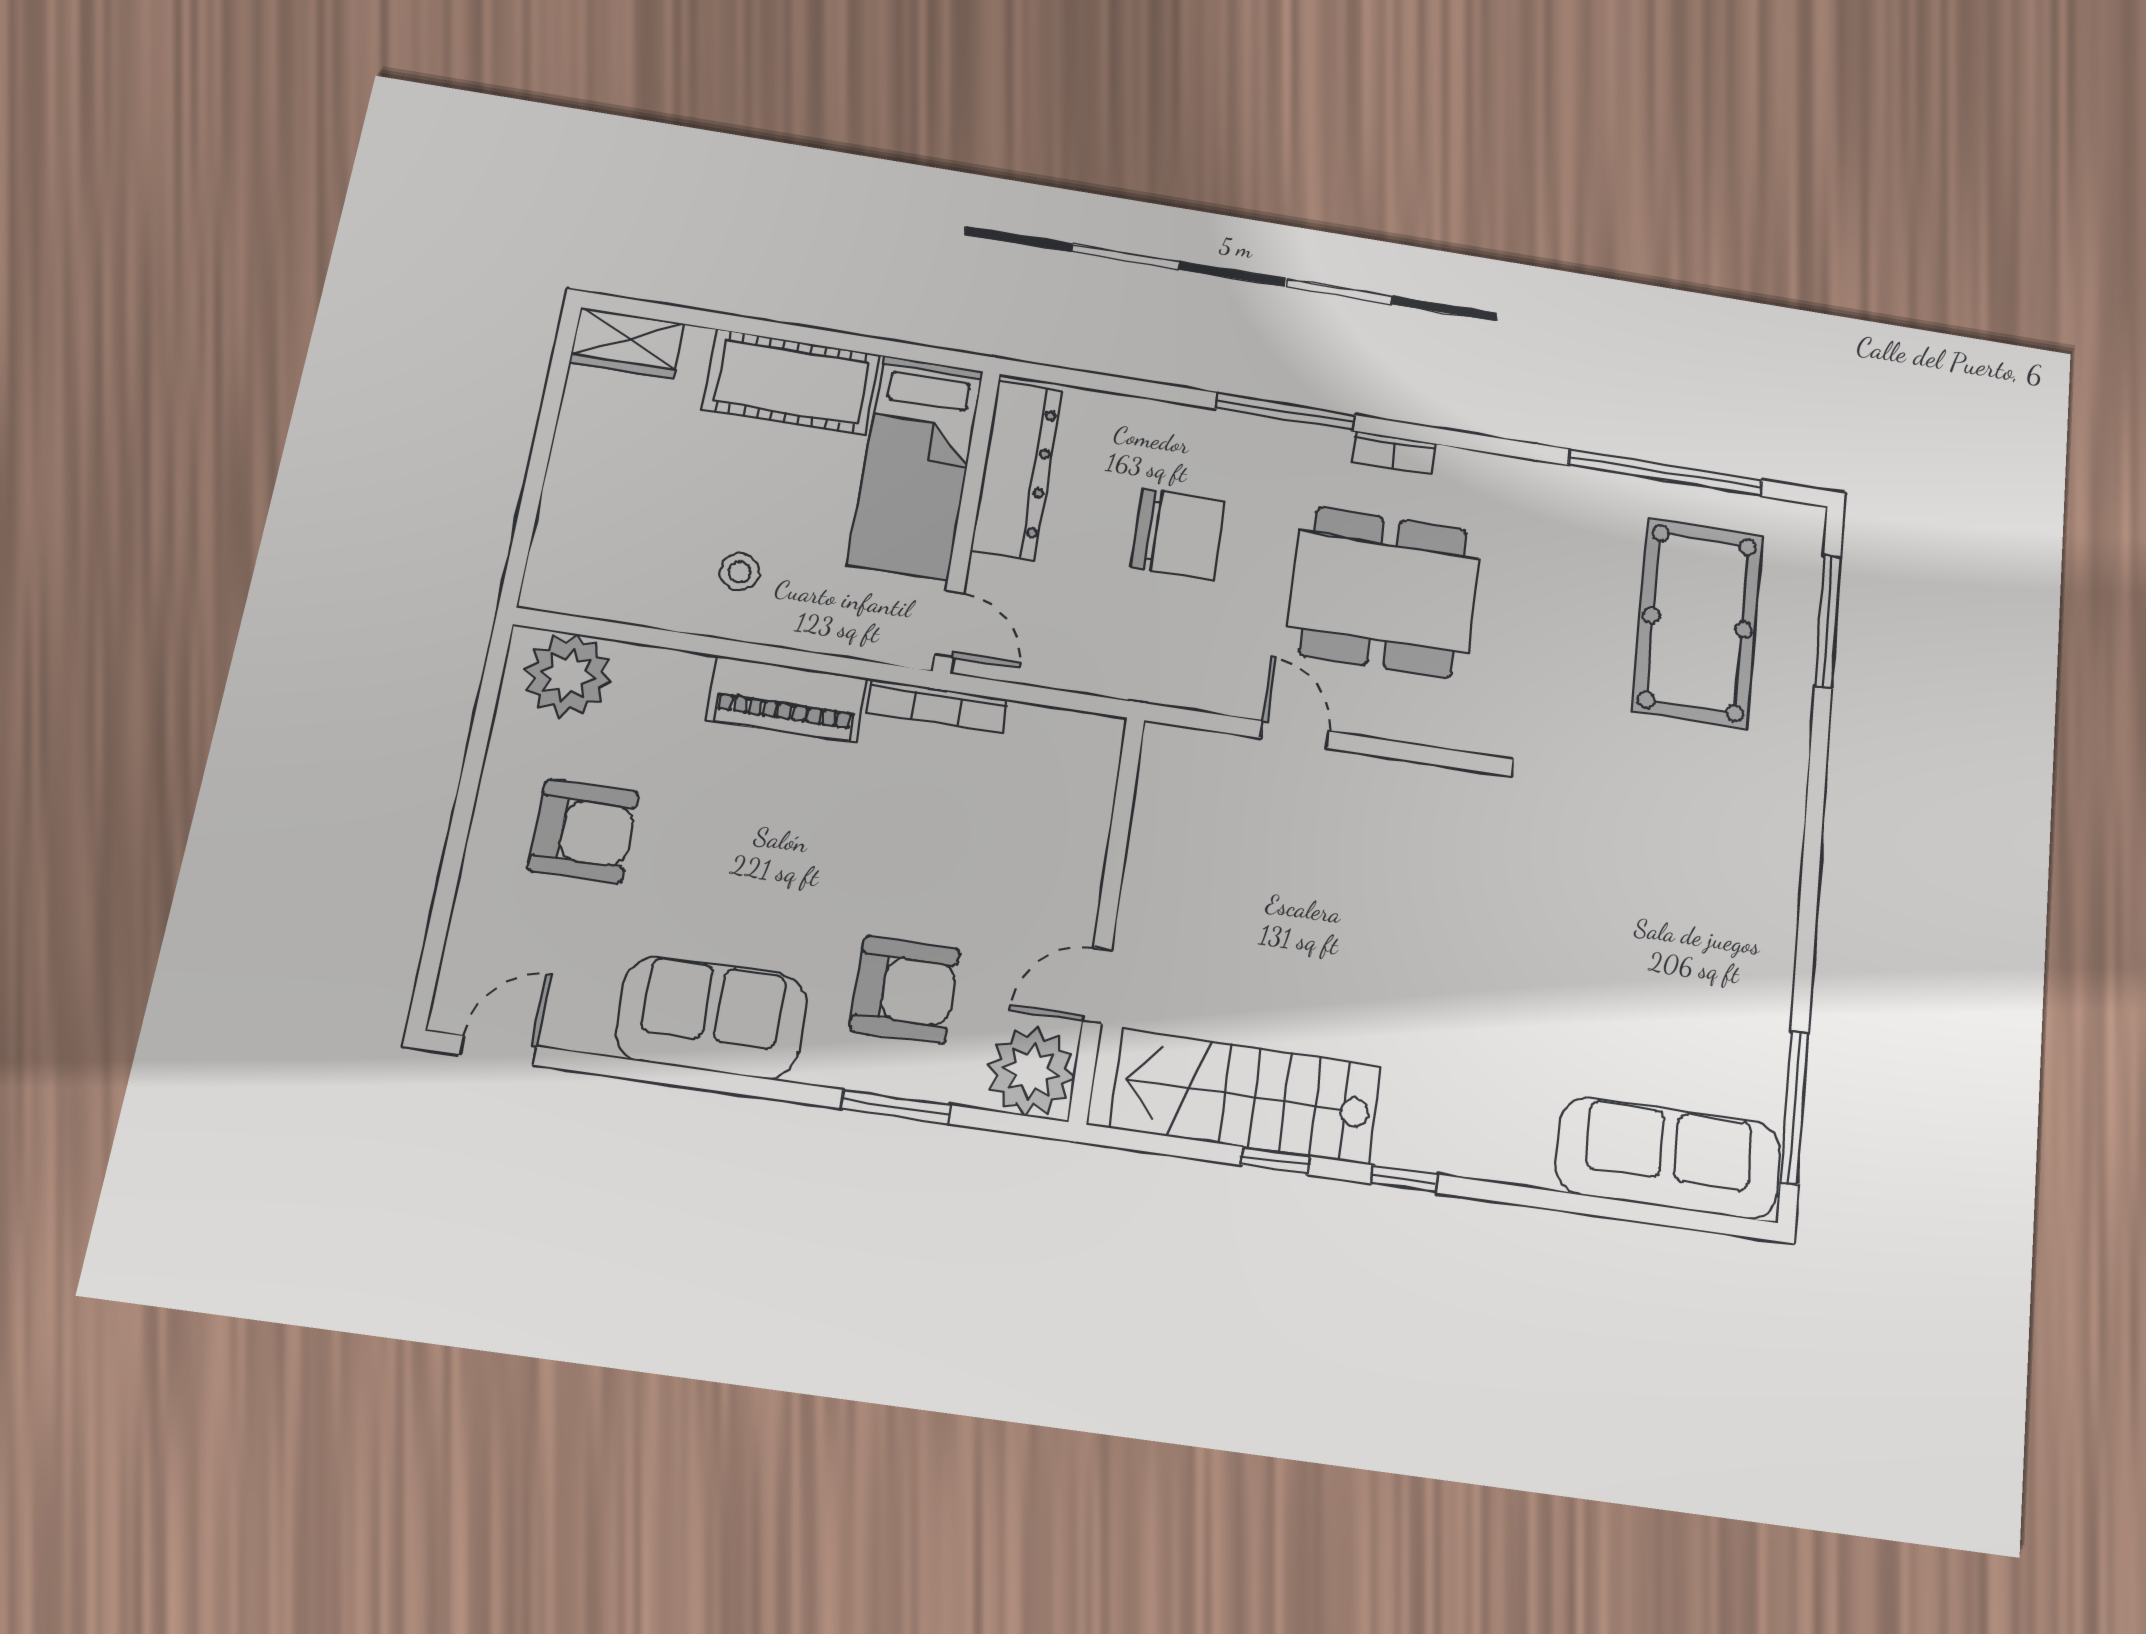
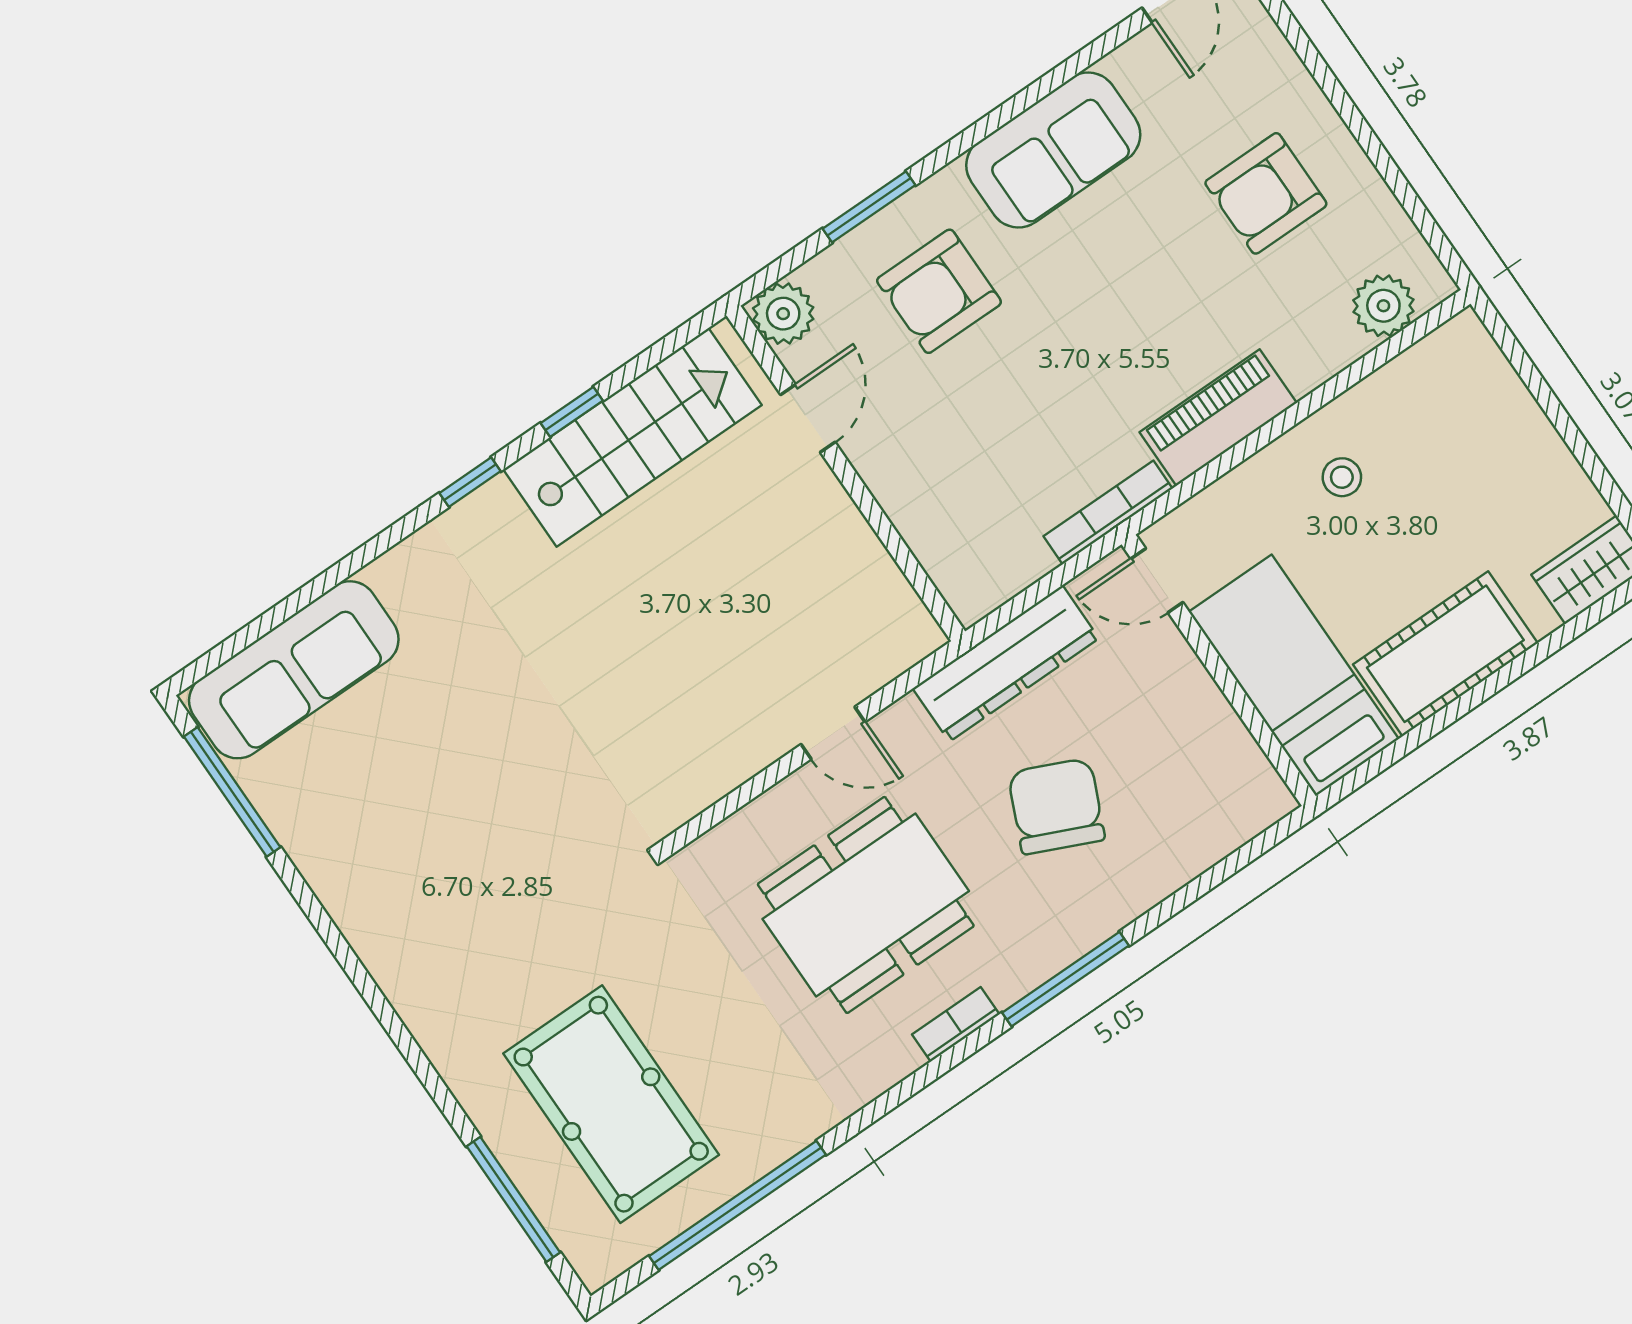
dresser: (1016, 470) -> (1006, 663), moved, turned -90
chair: (1178, 534) -> (1056, 806), turned 114
plant: (568, 675) -> (1383, 306), width x0.73, depth x0.73
plant: (1031, 1071) -> (783, 314), width x0.73, depth x0.73

